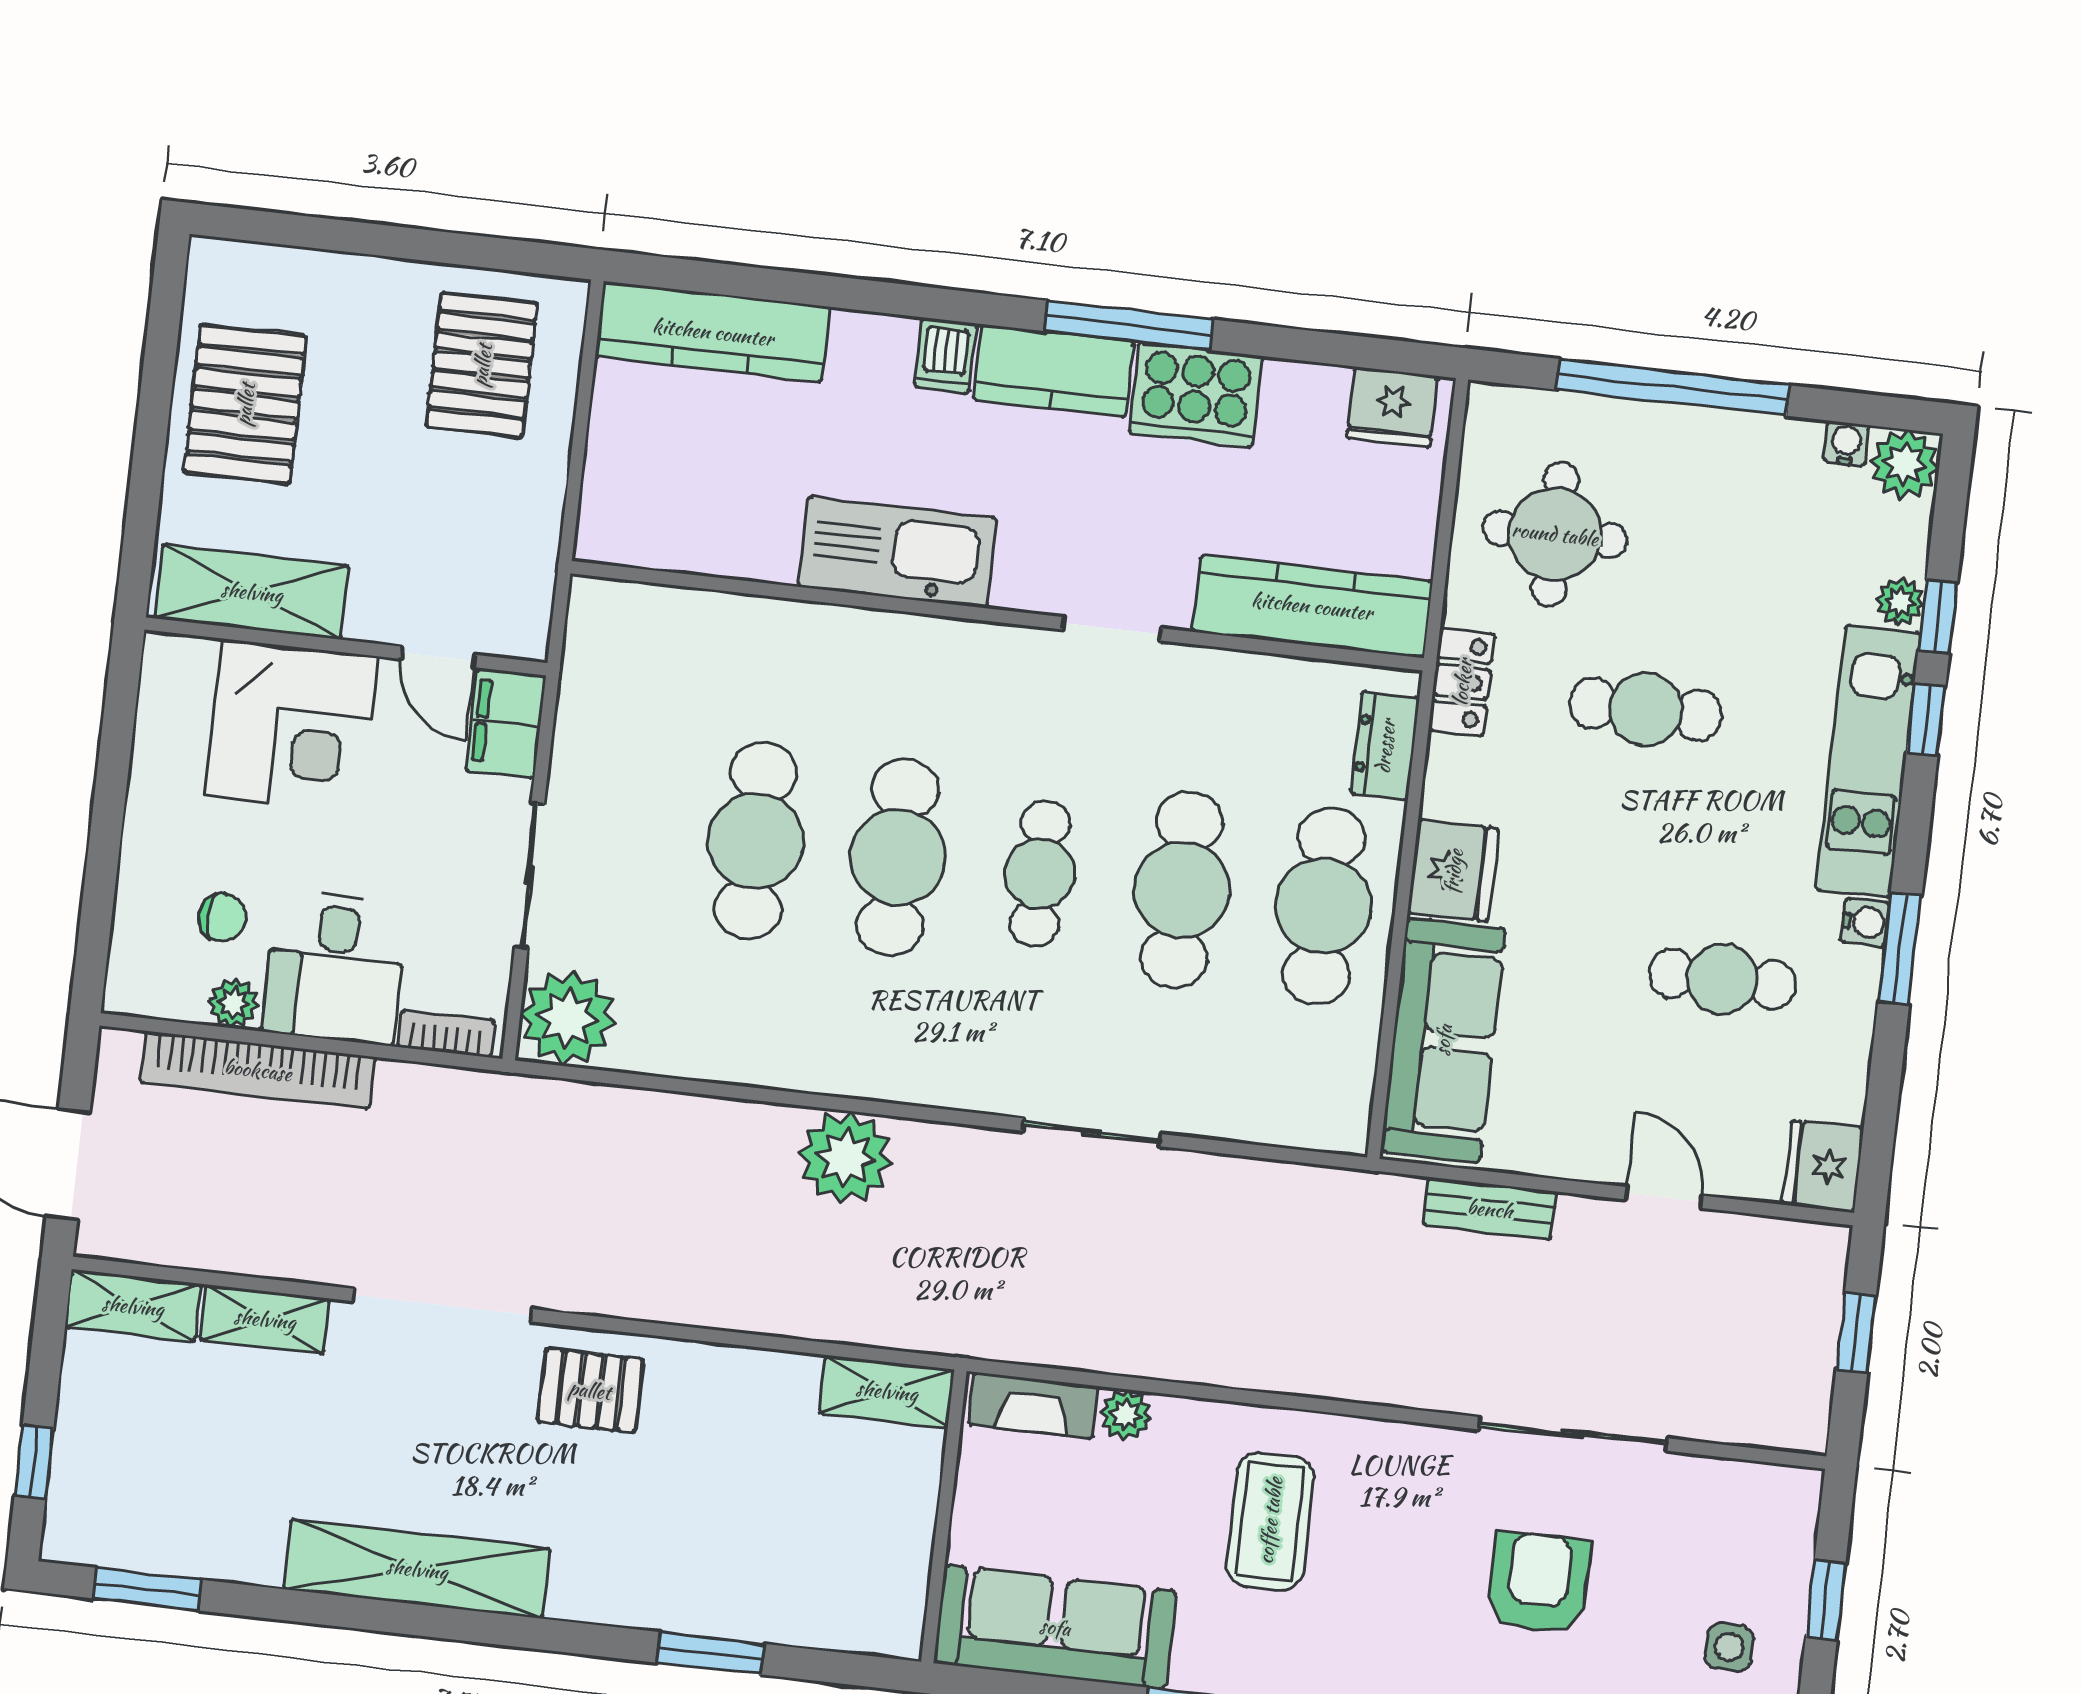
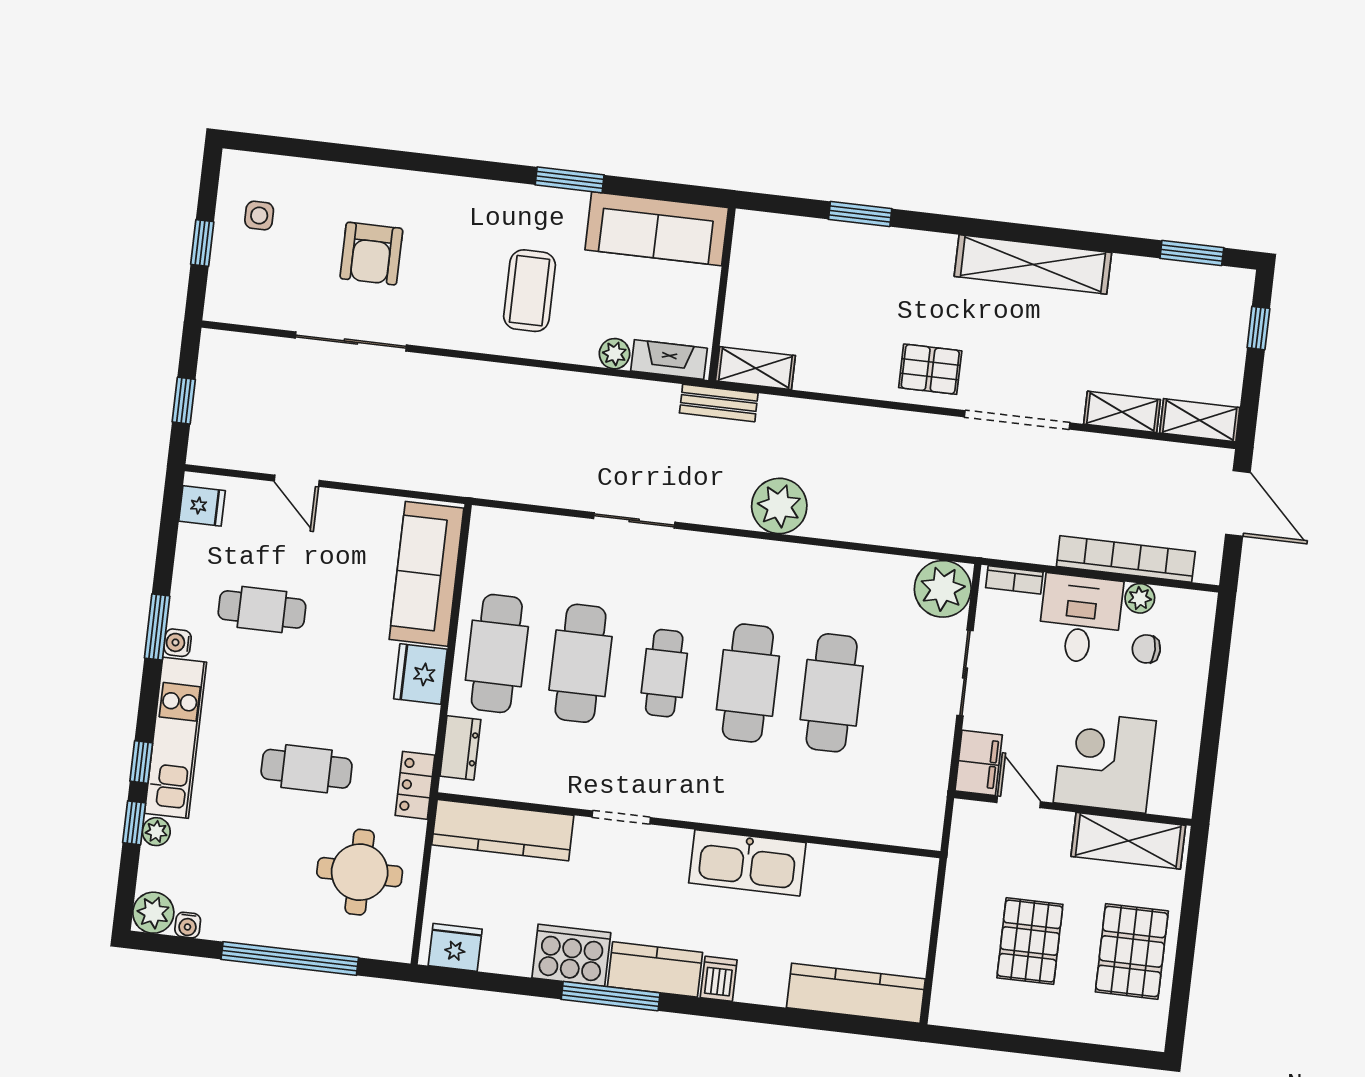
pallet: (482, 365) -> (1030, 941), moved
fridge: (1823, 1166) -> (202, 506), width x0.72
bench: (1490, 1209) -> (719, 403), moved

